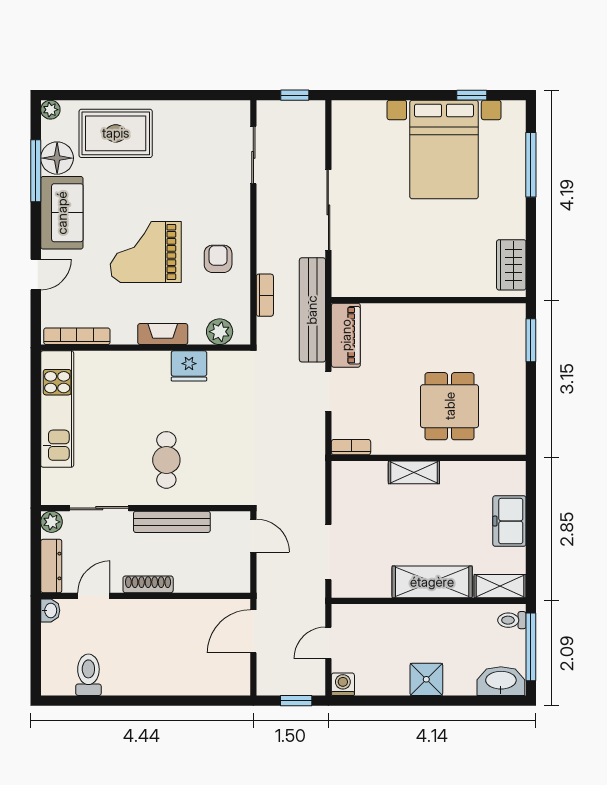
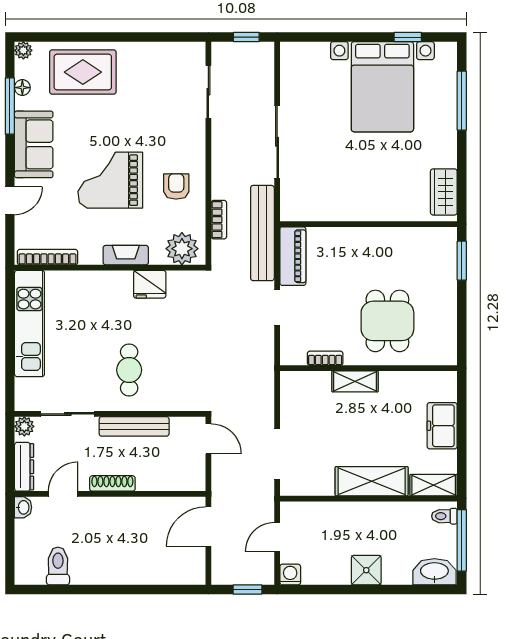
floor lamp: (57, 158) -> (22, 88), width x0.53, depth x0.53
plant: (220, 332) -> (182, 249), width x1.36, depth x1.36
bookcase: (351, 447) -> (325, 358), moved

